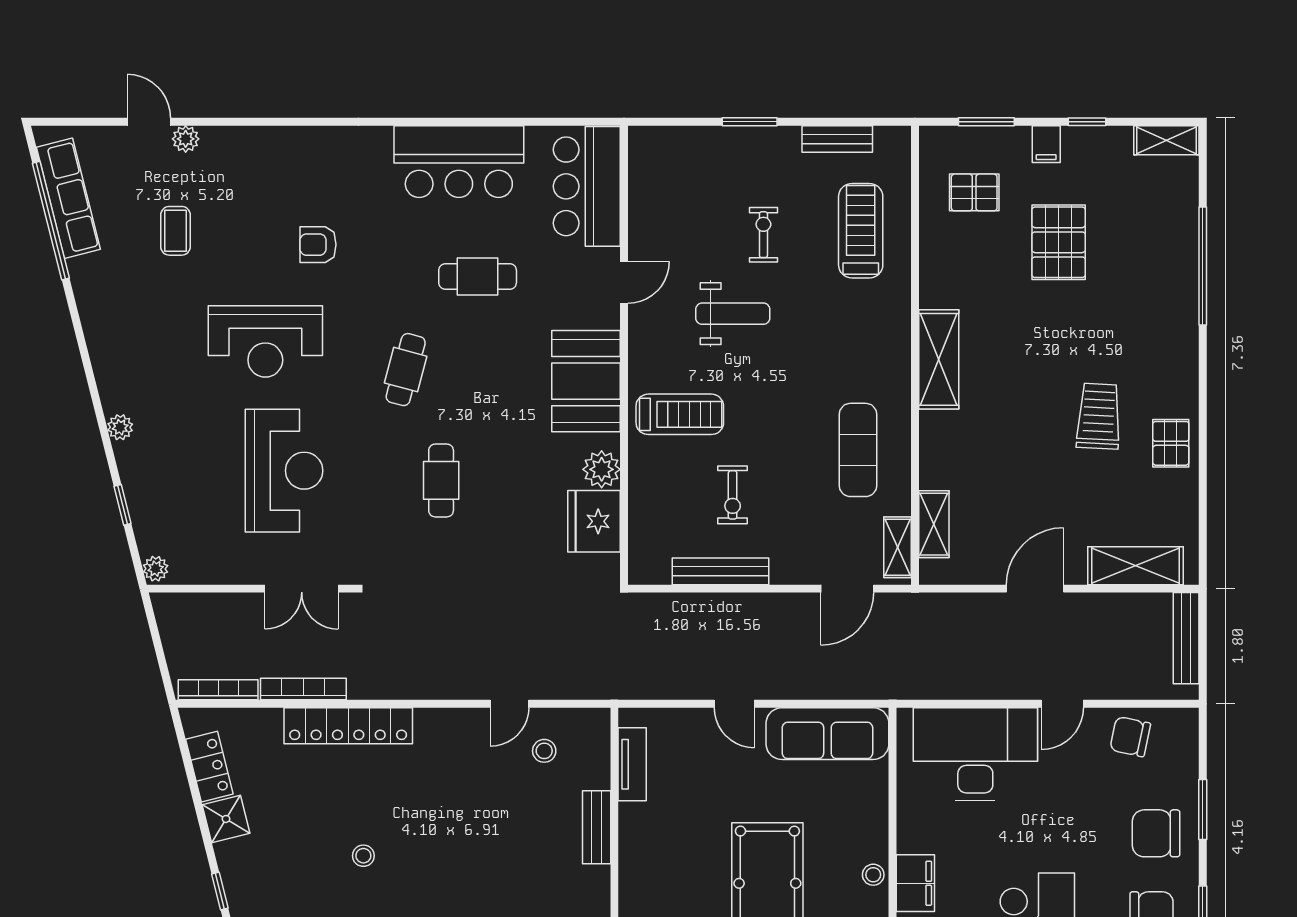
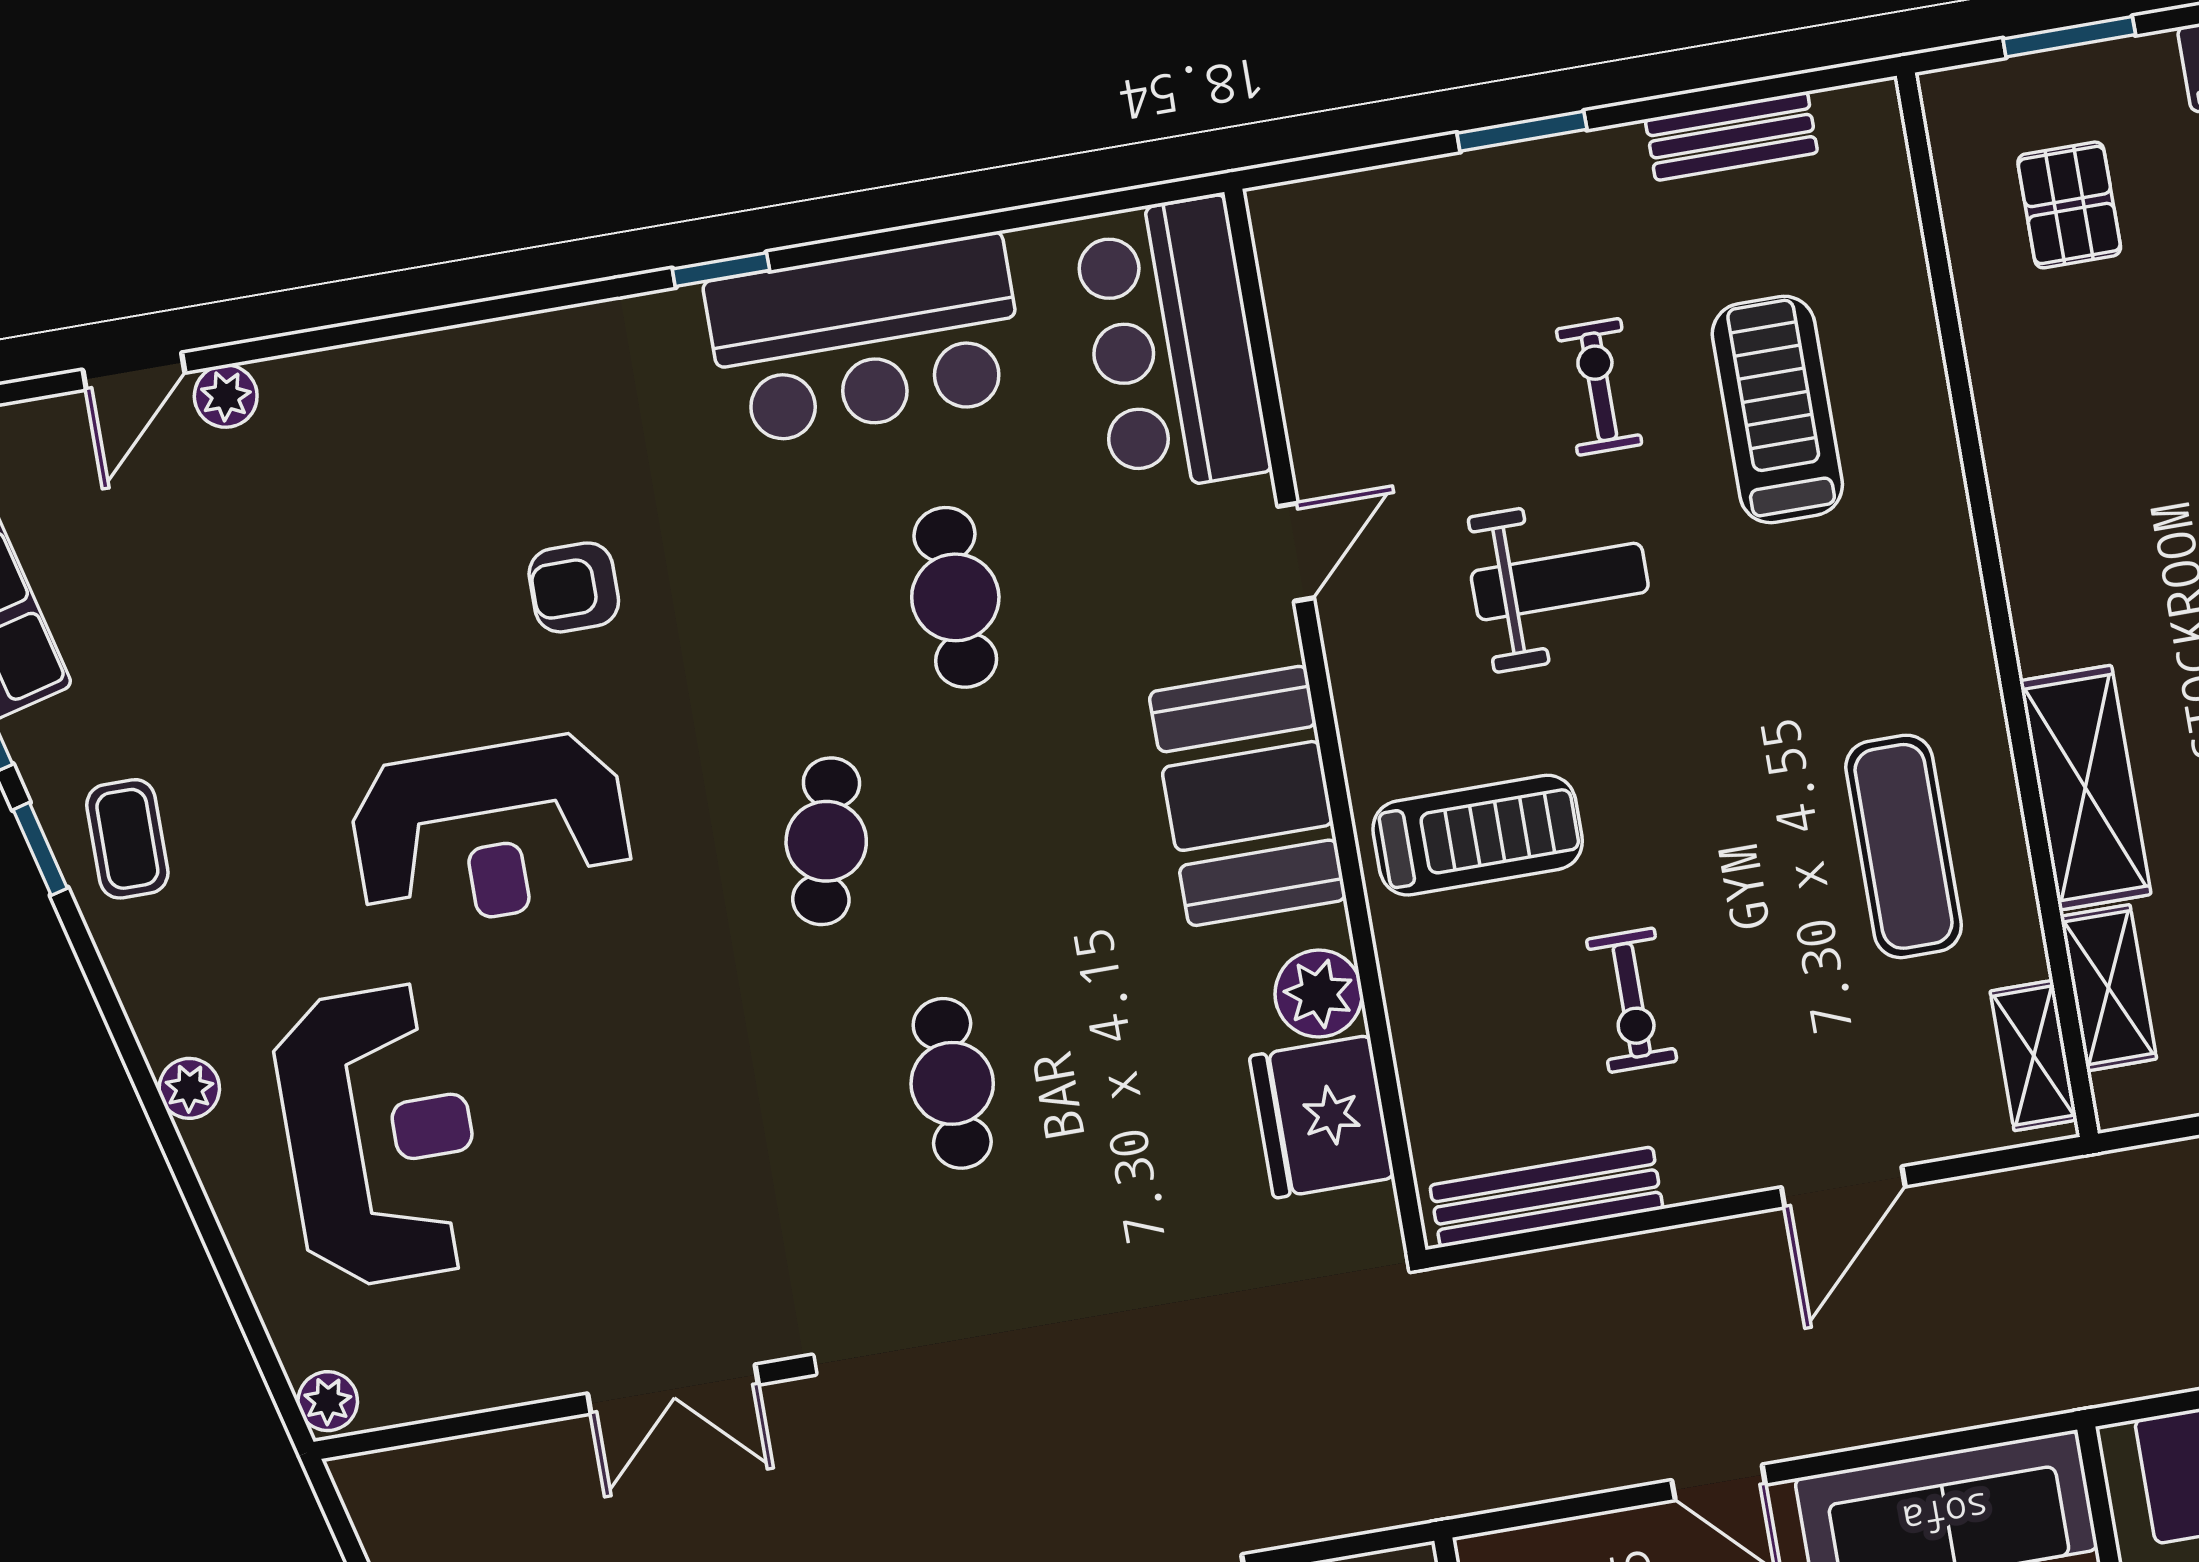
door: (149, 122) -> (134, 371), swing flipped
window: (403, 122) -> (721, 270), added
pallet: (974, 192) -> (2069, 205), turned 90
coffee table: (176, 231) -> (127, 839), moved
treadmill: (861, 231) -> (1777, 409), moved
cafe table: (478, 276) -> (955, 597), turned 90
shelving: (939, 359) -> (2085, 788), moved
reception desk: (284, 471) -> (380, 1135), moved
window: (123, 505) -> (40, 849), moved
bench: (721, 571) -> (1546, 1197), moved
door: (847, 589) -> (1843, 1187), moved

